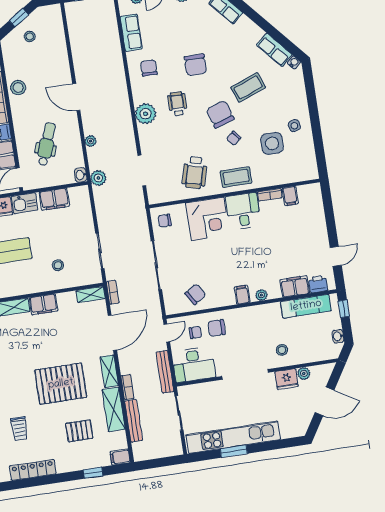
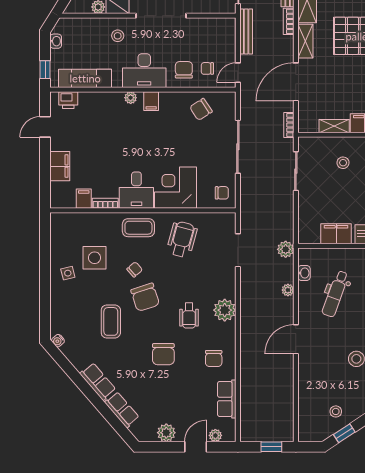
row of seats: (274, 50) -> (98, 382), moved
chair: (196, 65) -> (163, 354), turned 180
coffee table: (248, 87) -> (111, 321), turned -69
door: (76, 97) -> (296, 339), swing flipped
washbasin: (81, 175) -> (304, 273), moved
filing cabinet: (295, 286) -> (60, 166), moved, turned -90
shelving: (91, 295) -> (334, 126), moved
chair: (217, 328) -> (184, 70), turned -90
desk: (194, 364) -> (144, 71), moved, turned 180

